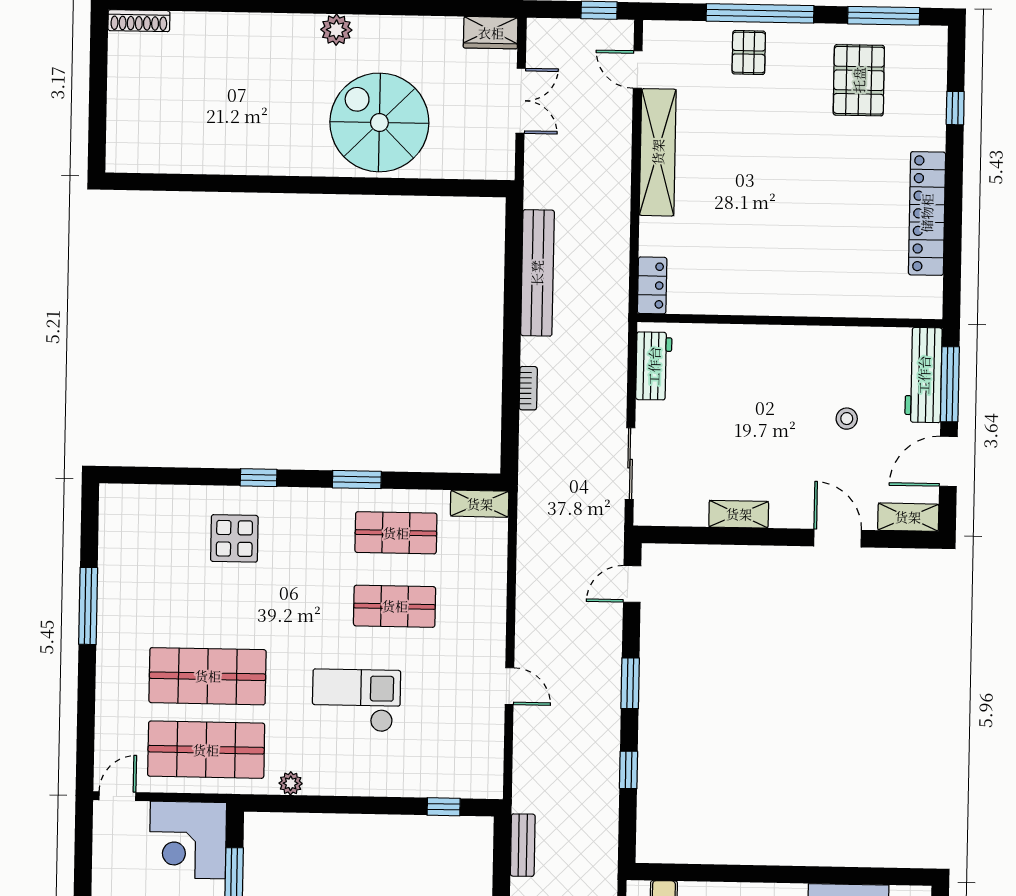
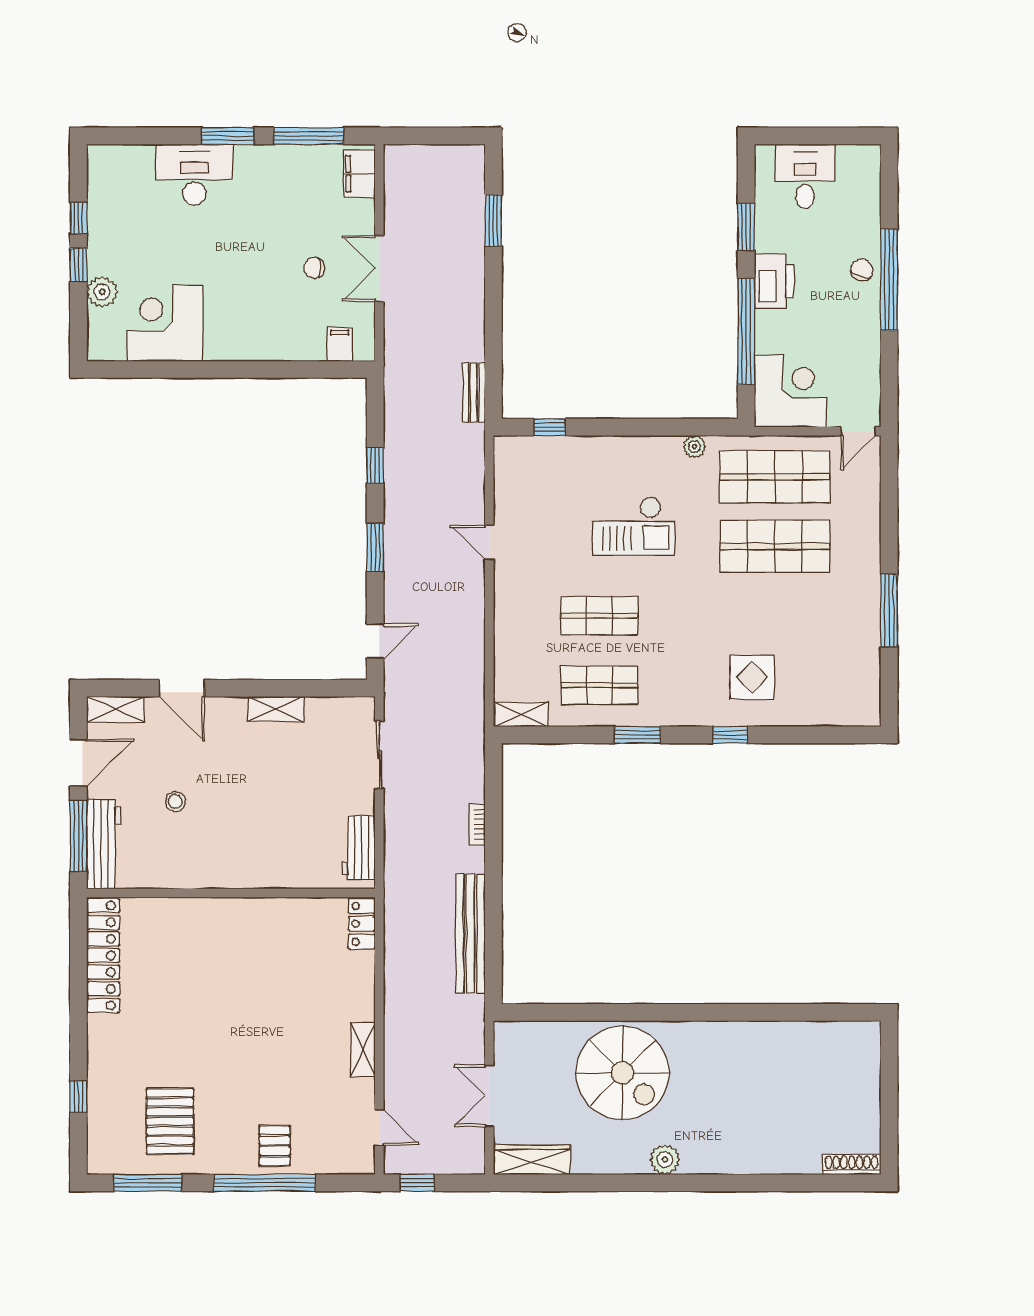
wardrobe: (491, 33) -> (532, 1160), width x1.50
shelving: (658, 152) -> (363, 1050), width x0.45, depth x0.75
locker: (927, 213) -> (103, 956), moved

